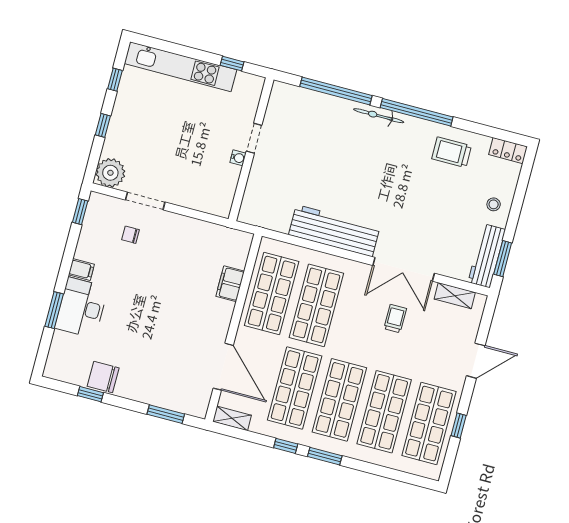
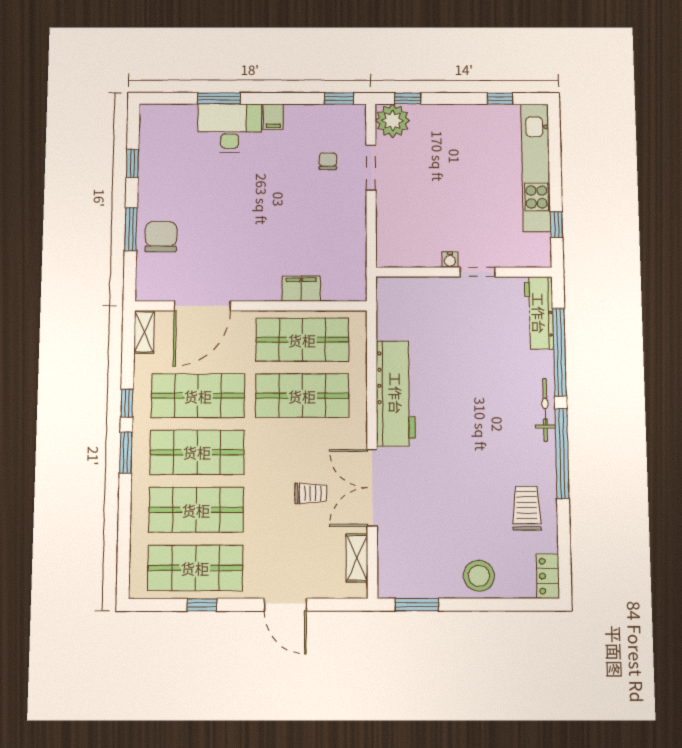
window: (103, 125) -> (408, 99), moved
stool: (494, 204) -> (479, 576), width x1.89, depth x1.89
workbench: (487, 256) -> (539, 313), moved, turned -90
chair: (103, 377) -> (161, 237), moved
window: (166, 414) -> (131, 229), moved

